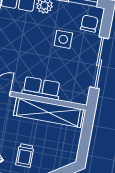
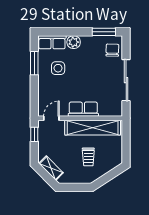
side table: (63, 39) -> (58, 68), moved
trolley: (25, 156) -> (88, 157), moved

